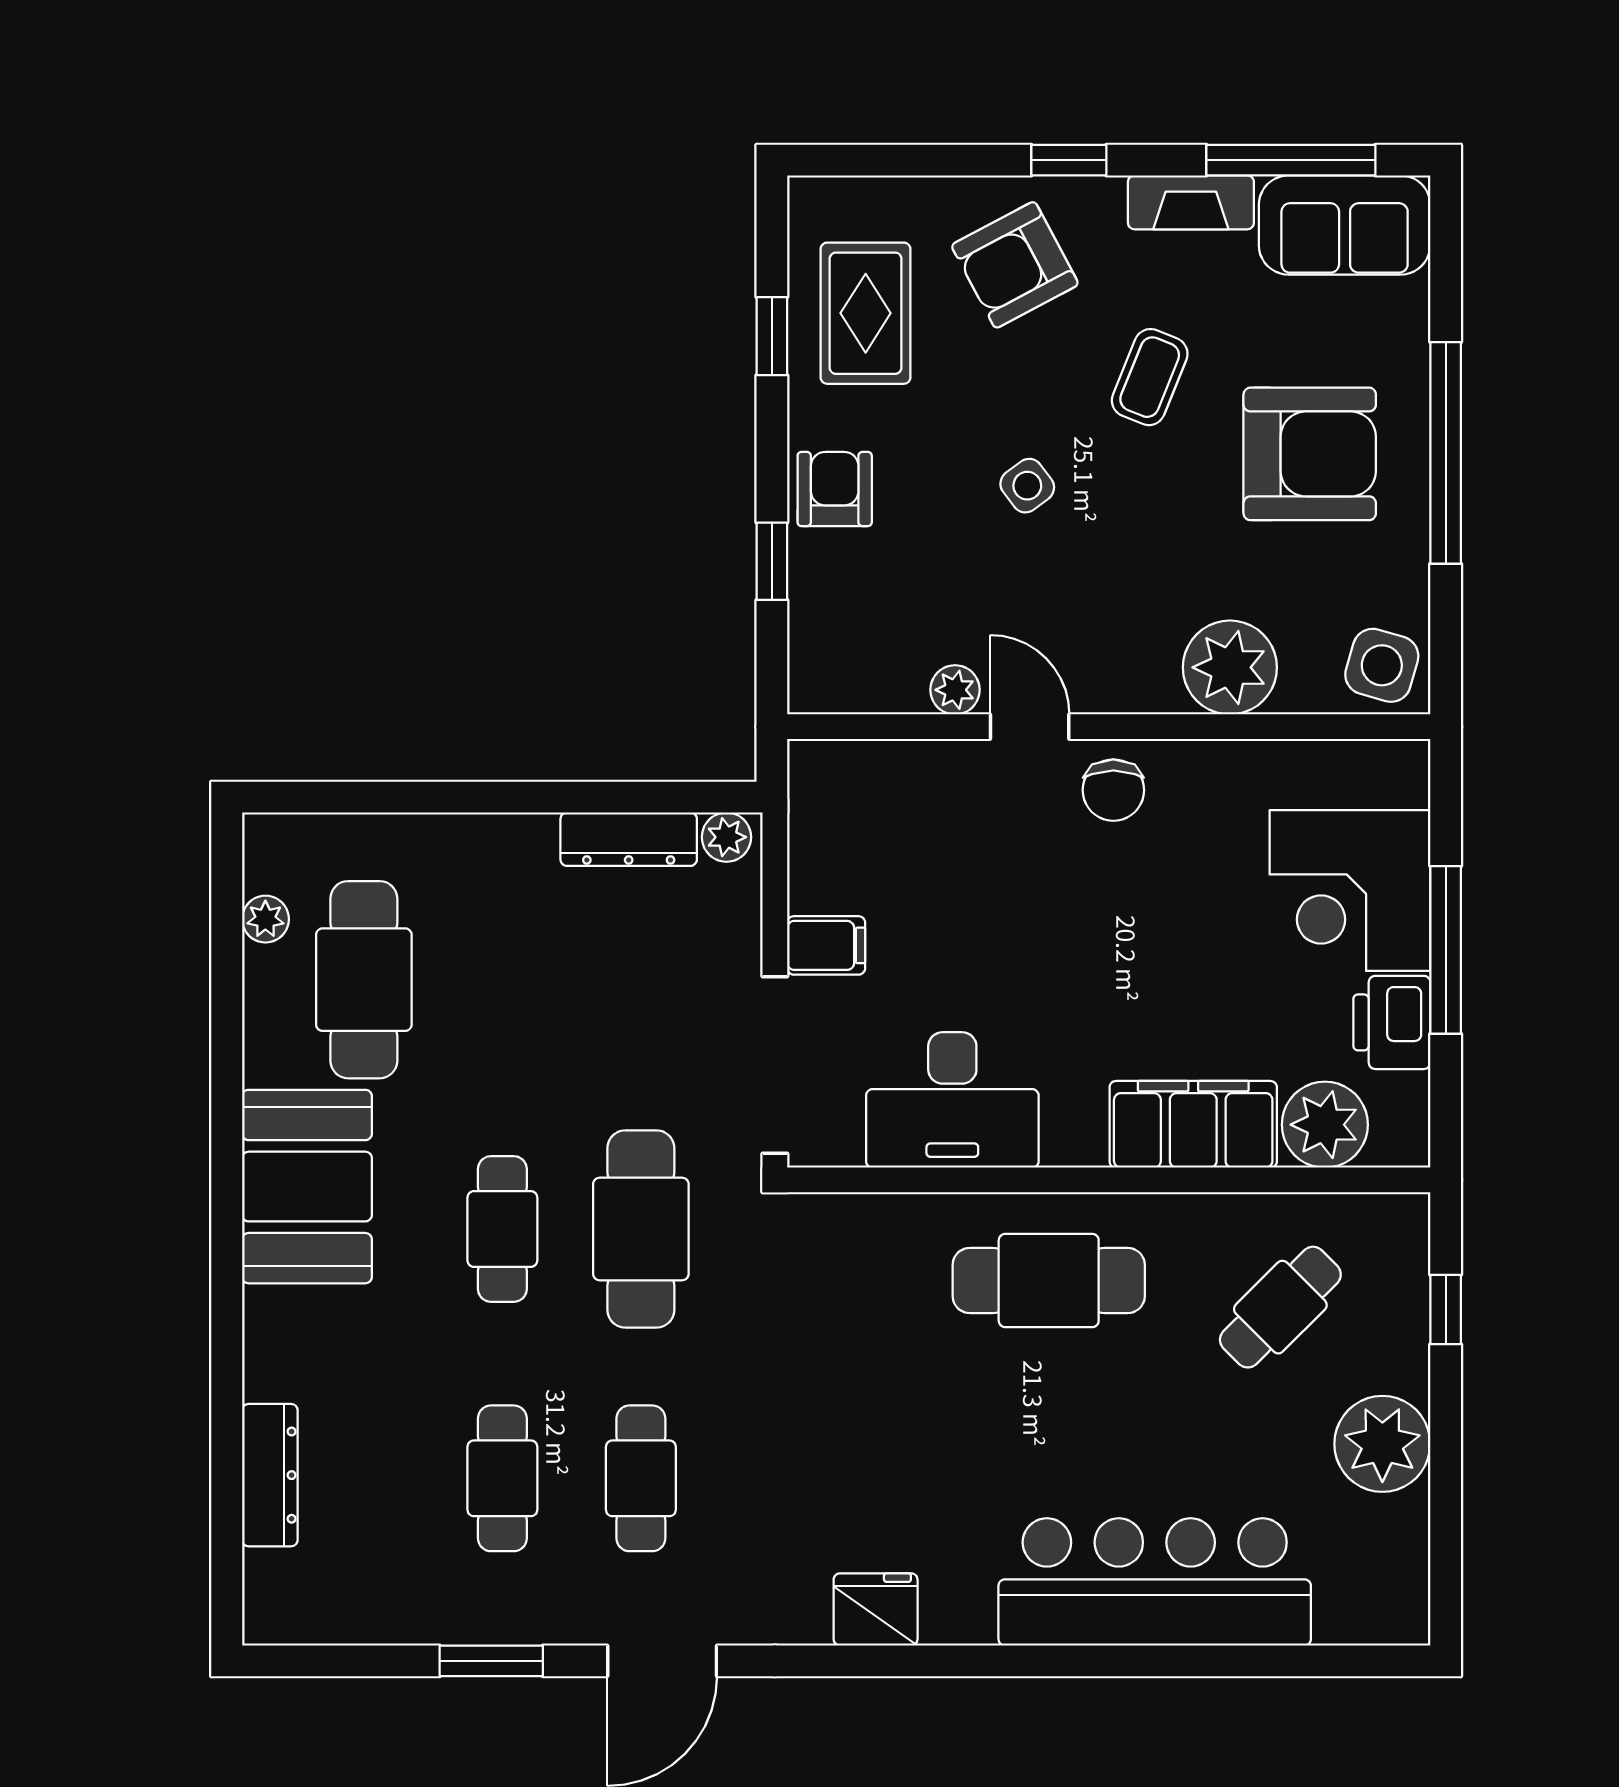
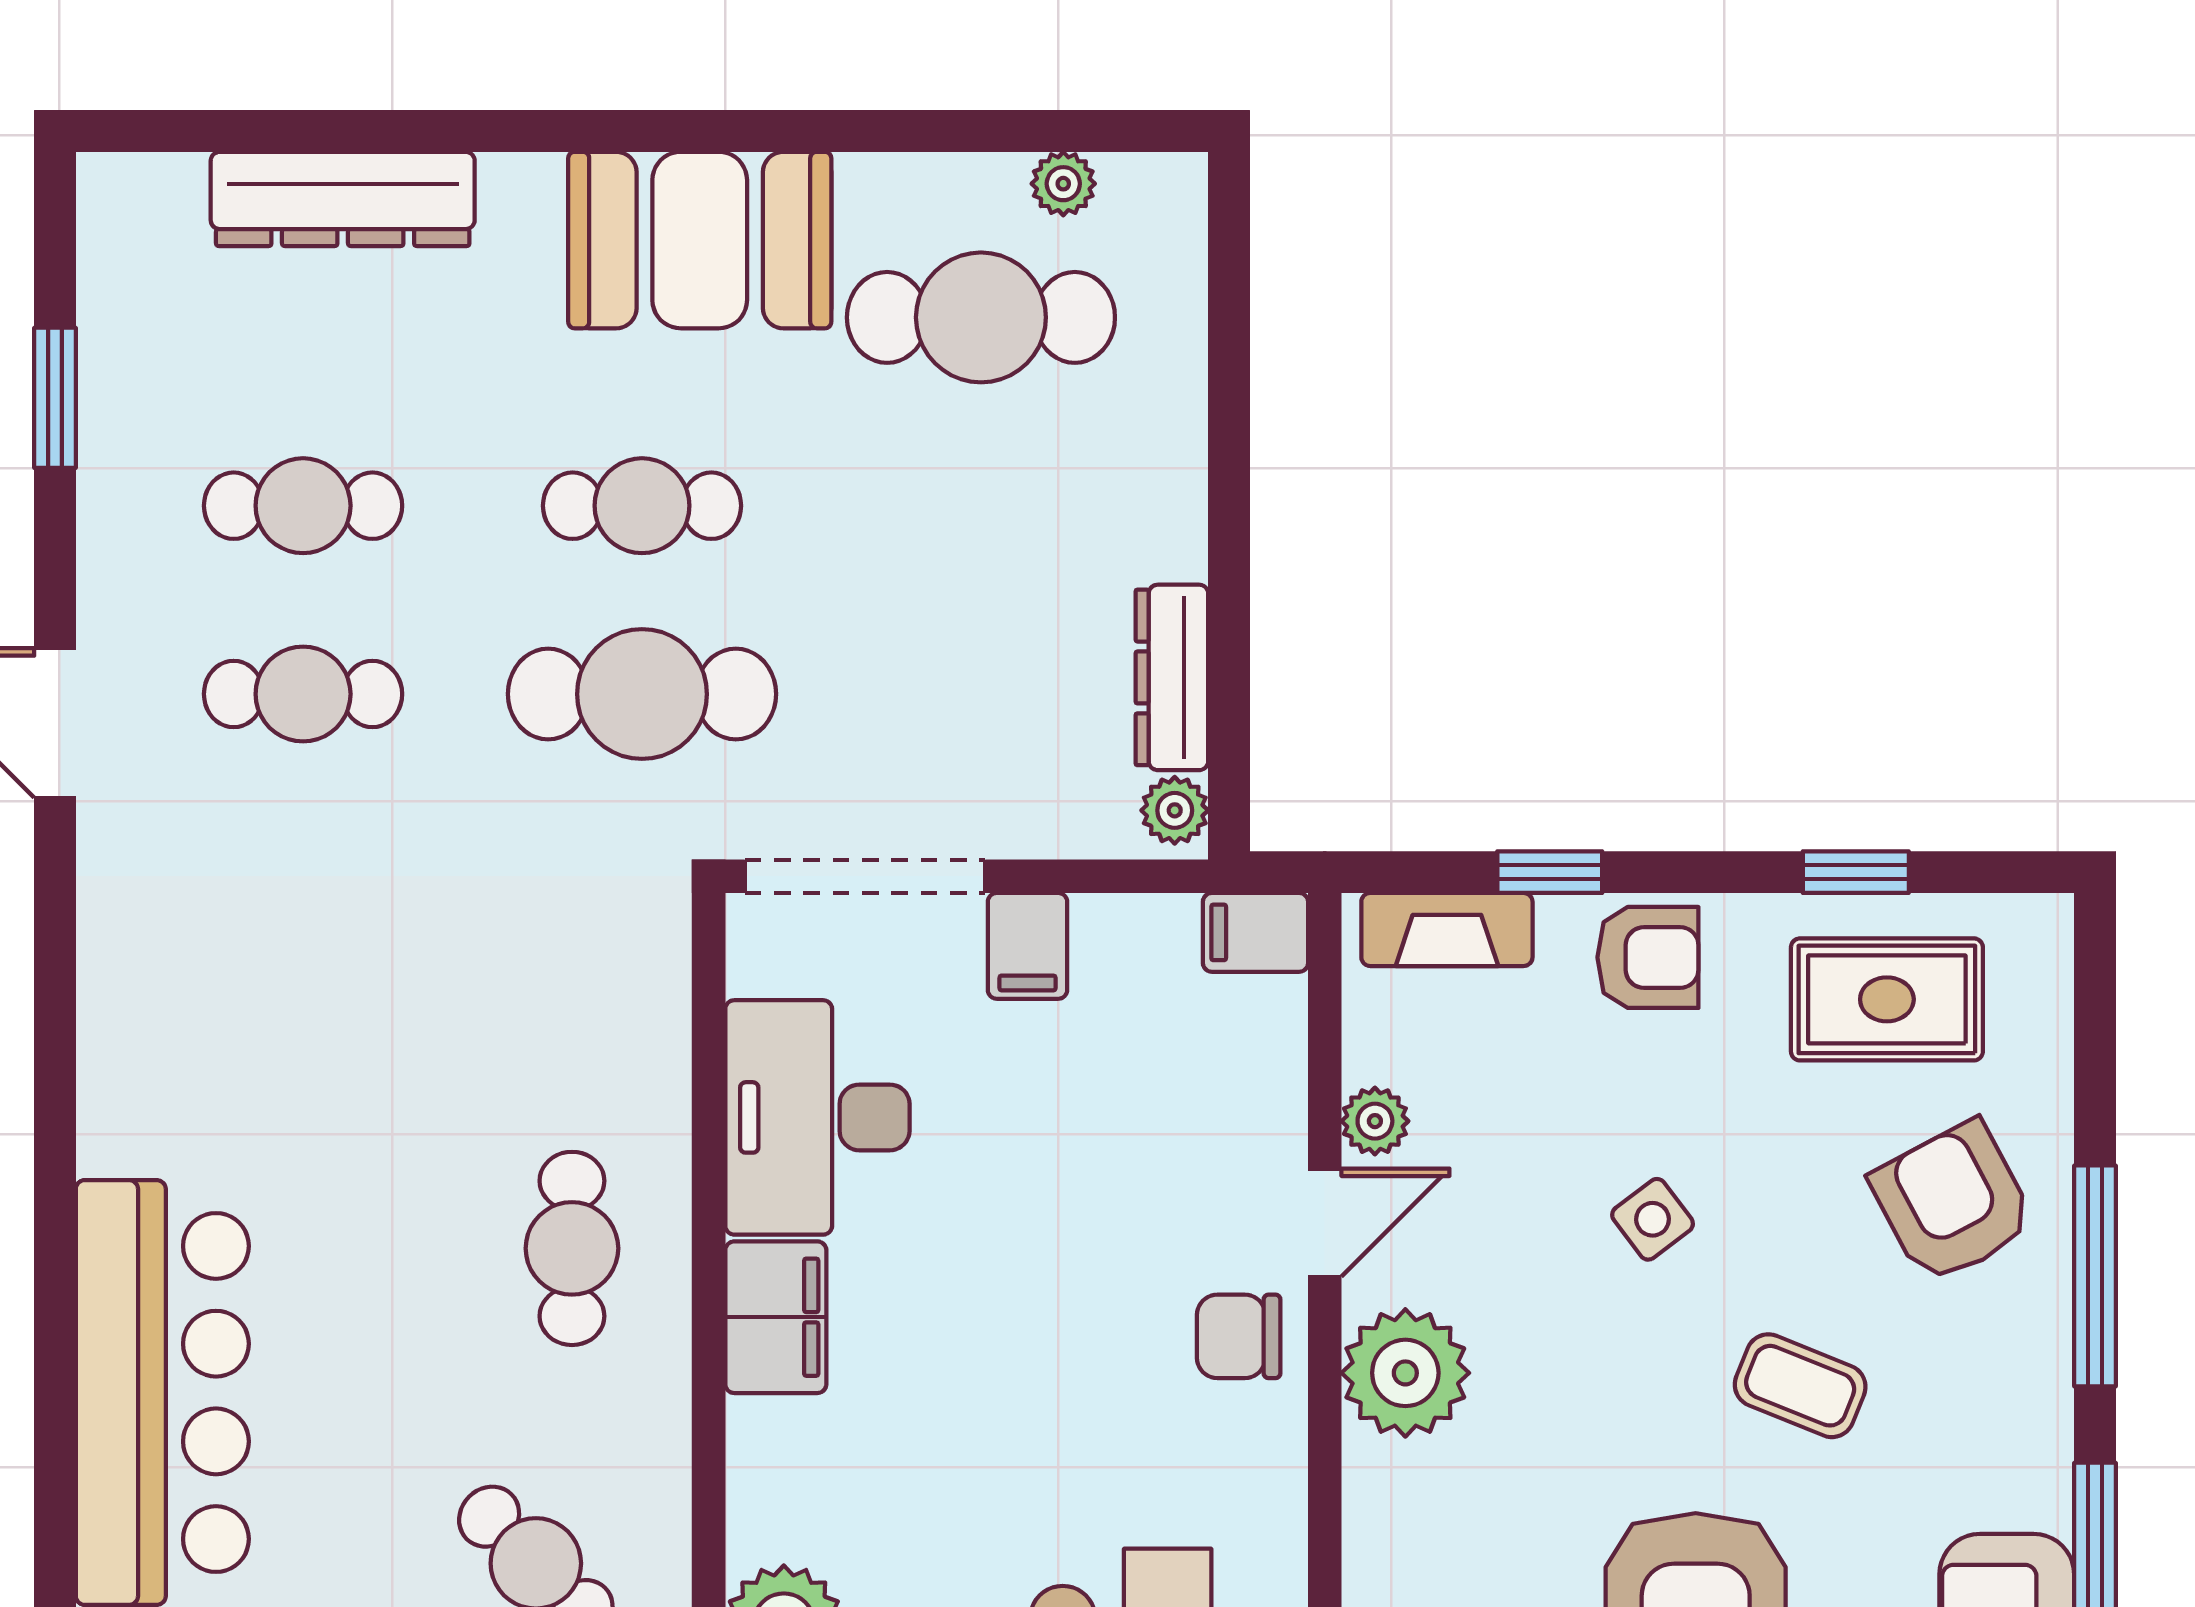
window: (1069, 160) -> (2095, 1276), width x2.17
fireplace: (1191, 202) -> (1447, 929), moved, turned -90
plant: (1230, 667) -> (1405, 1373), moved
filing cabinet: (816, 778) -> (1256, 932), added
filing cabinet: (1193, 1124) -> (776, 1317), moved, width x0.67, depth x0.86
cafe table: (1049, 1280) -> (572, 1248), width x0.73, depth x0.74
dresser: (270, 1475) -> (343, 199), width x1.37, depth x1.24
fridge: (876, 1609) -> (125, 1013), removed
window: (491, 1661) -> (55, 398), moved

